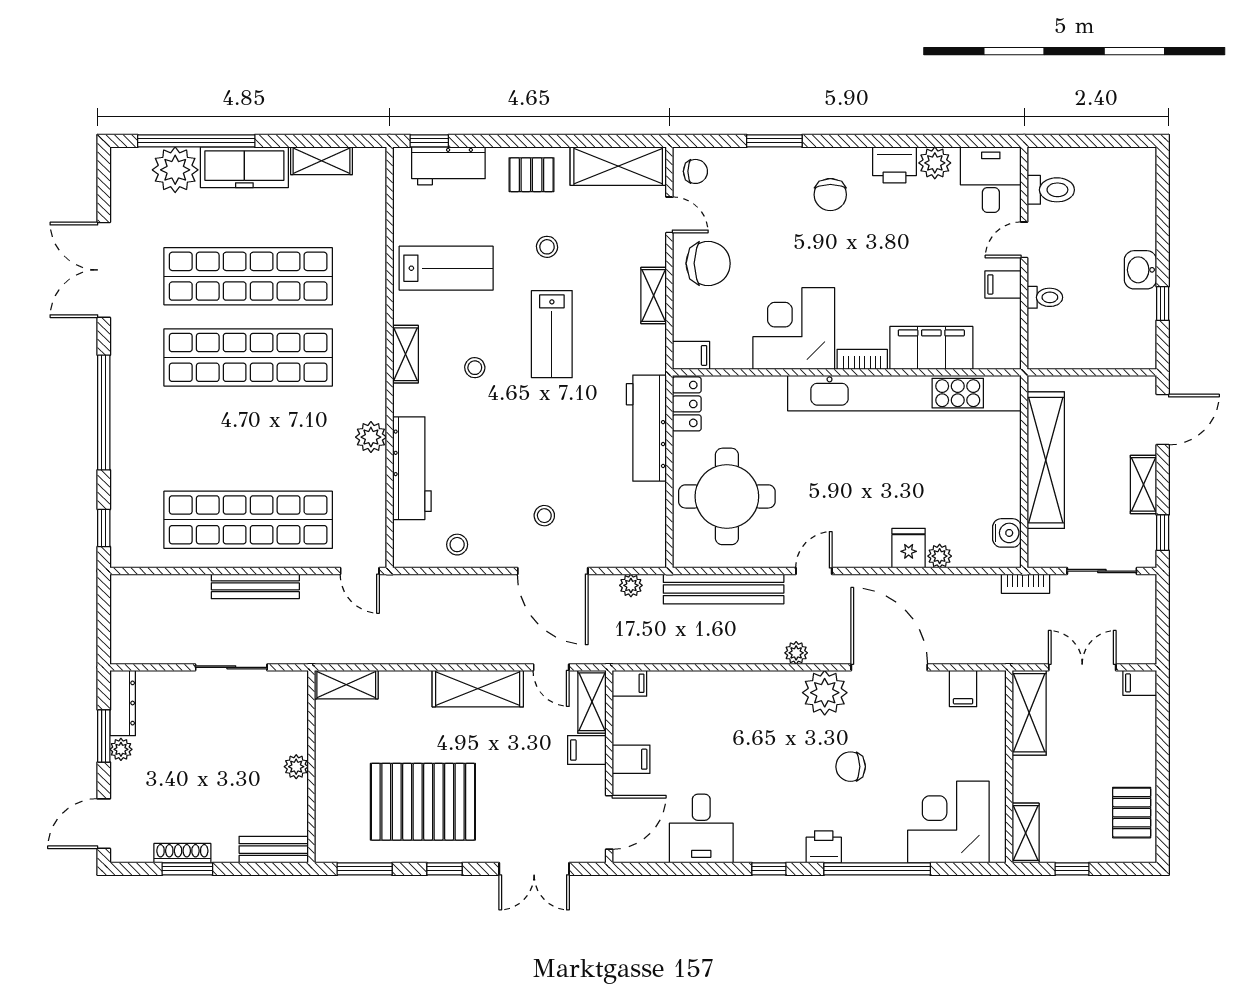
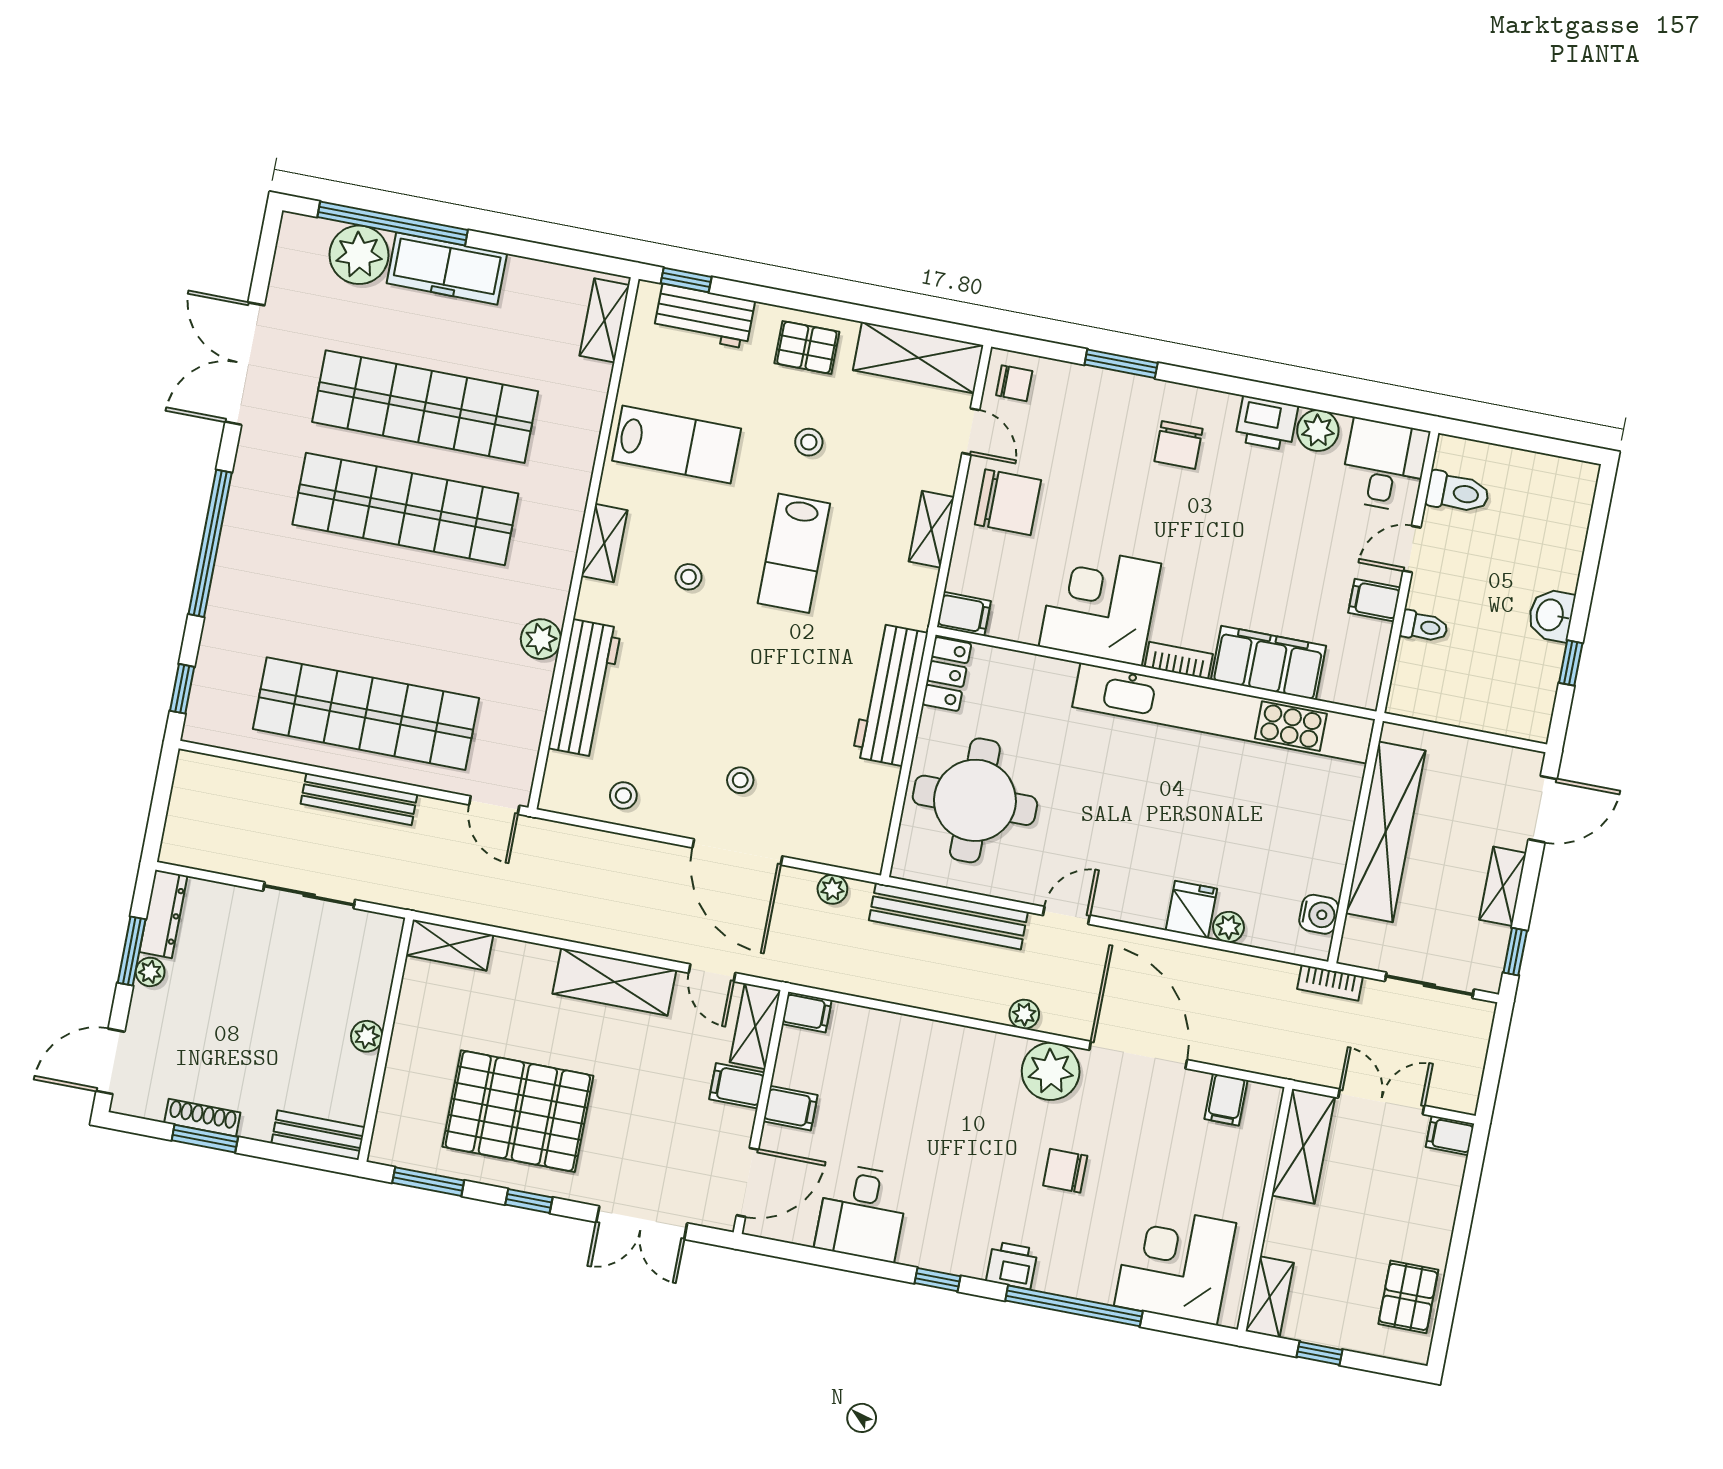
shelving: (322, 161) -> (604, 320), moved, turned 90

